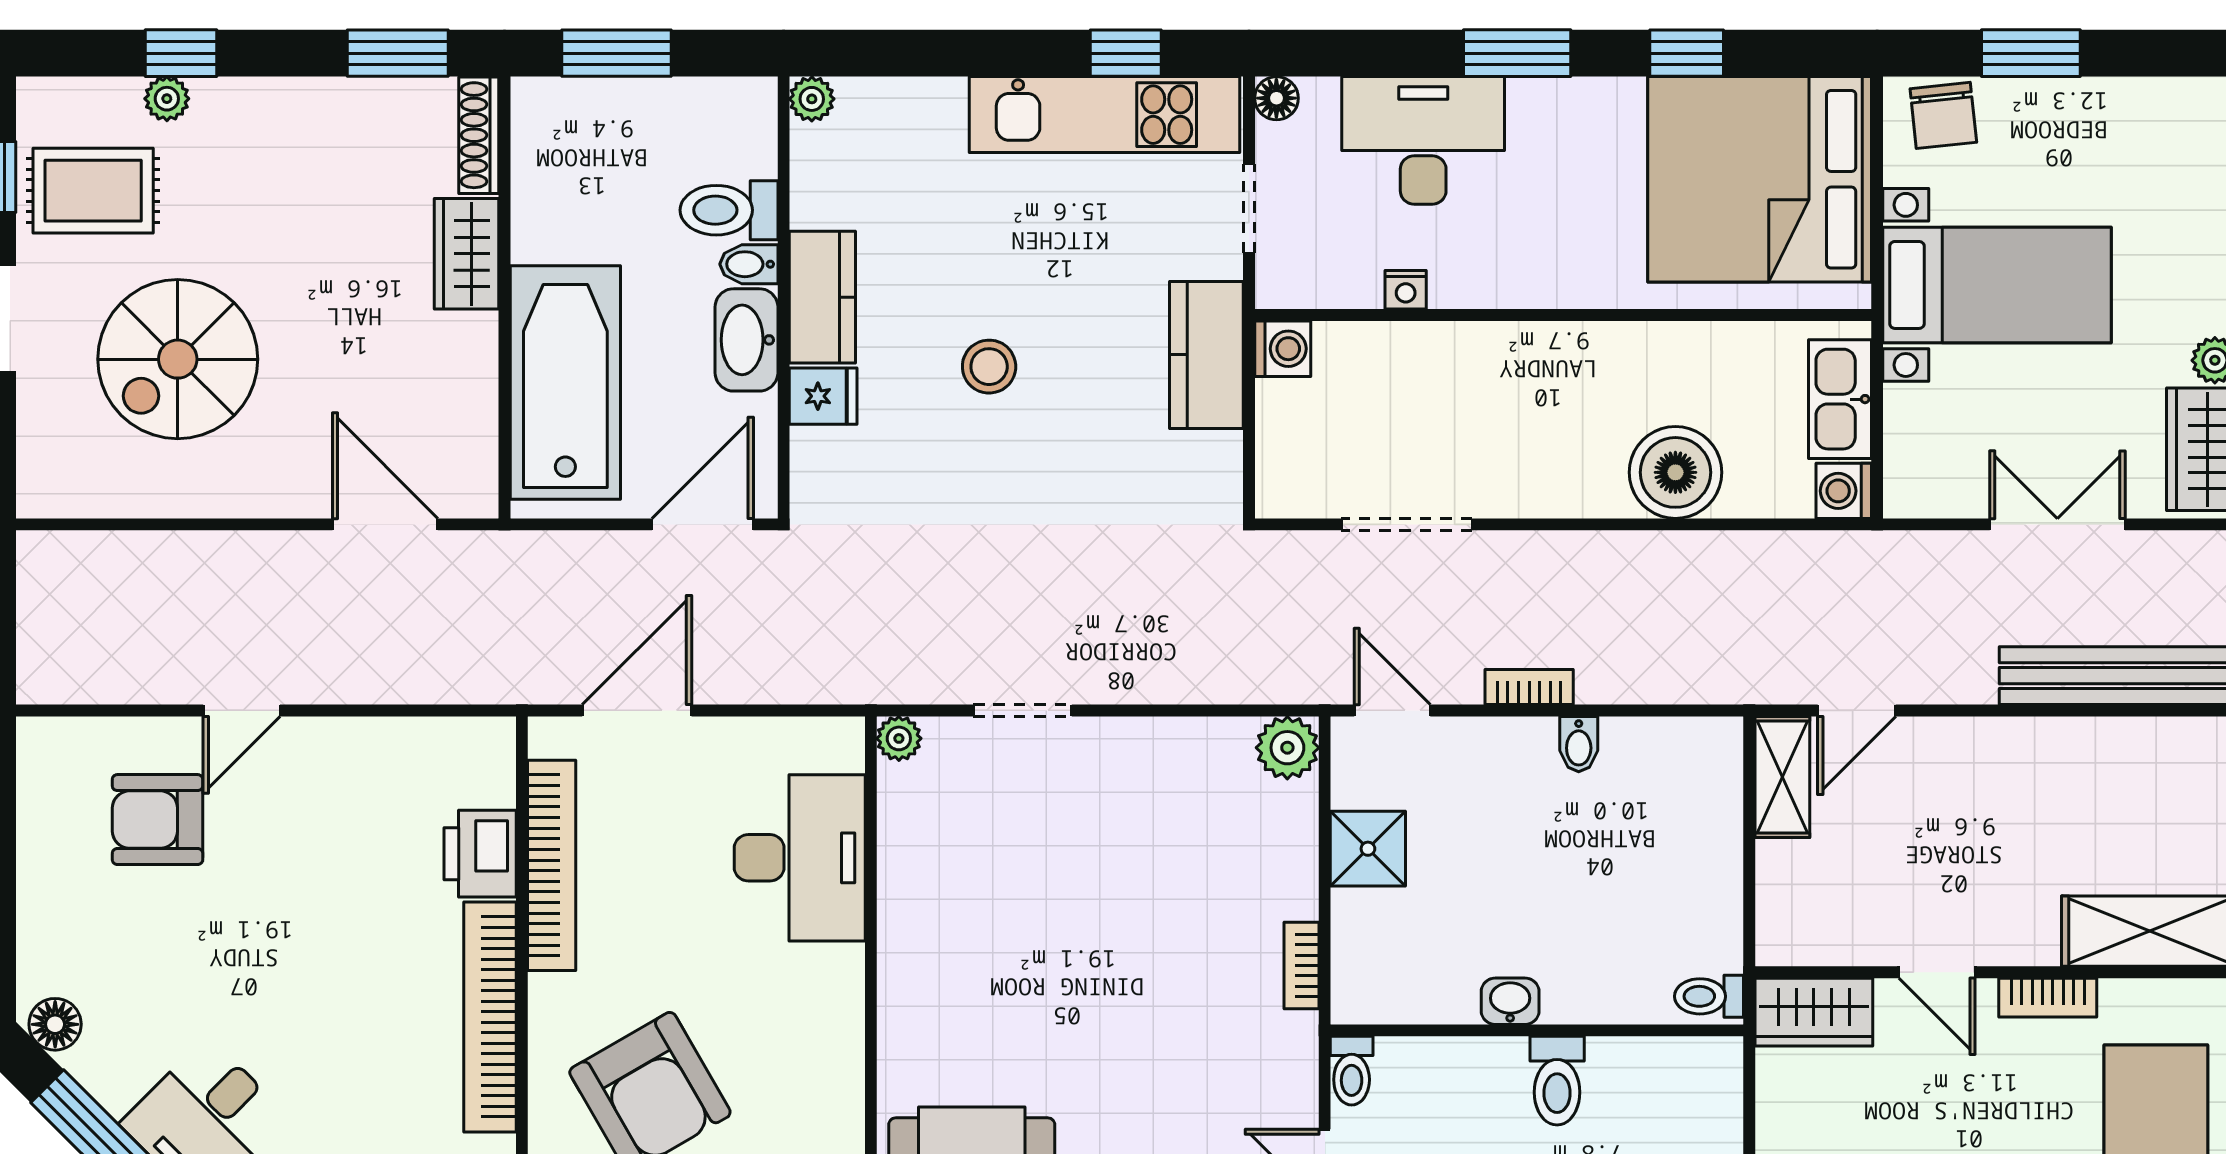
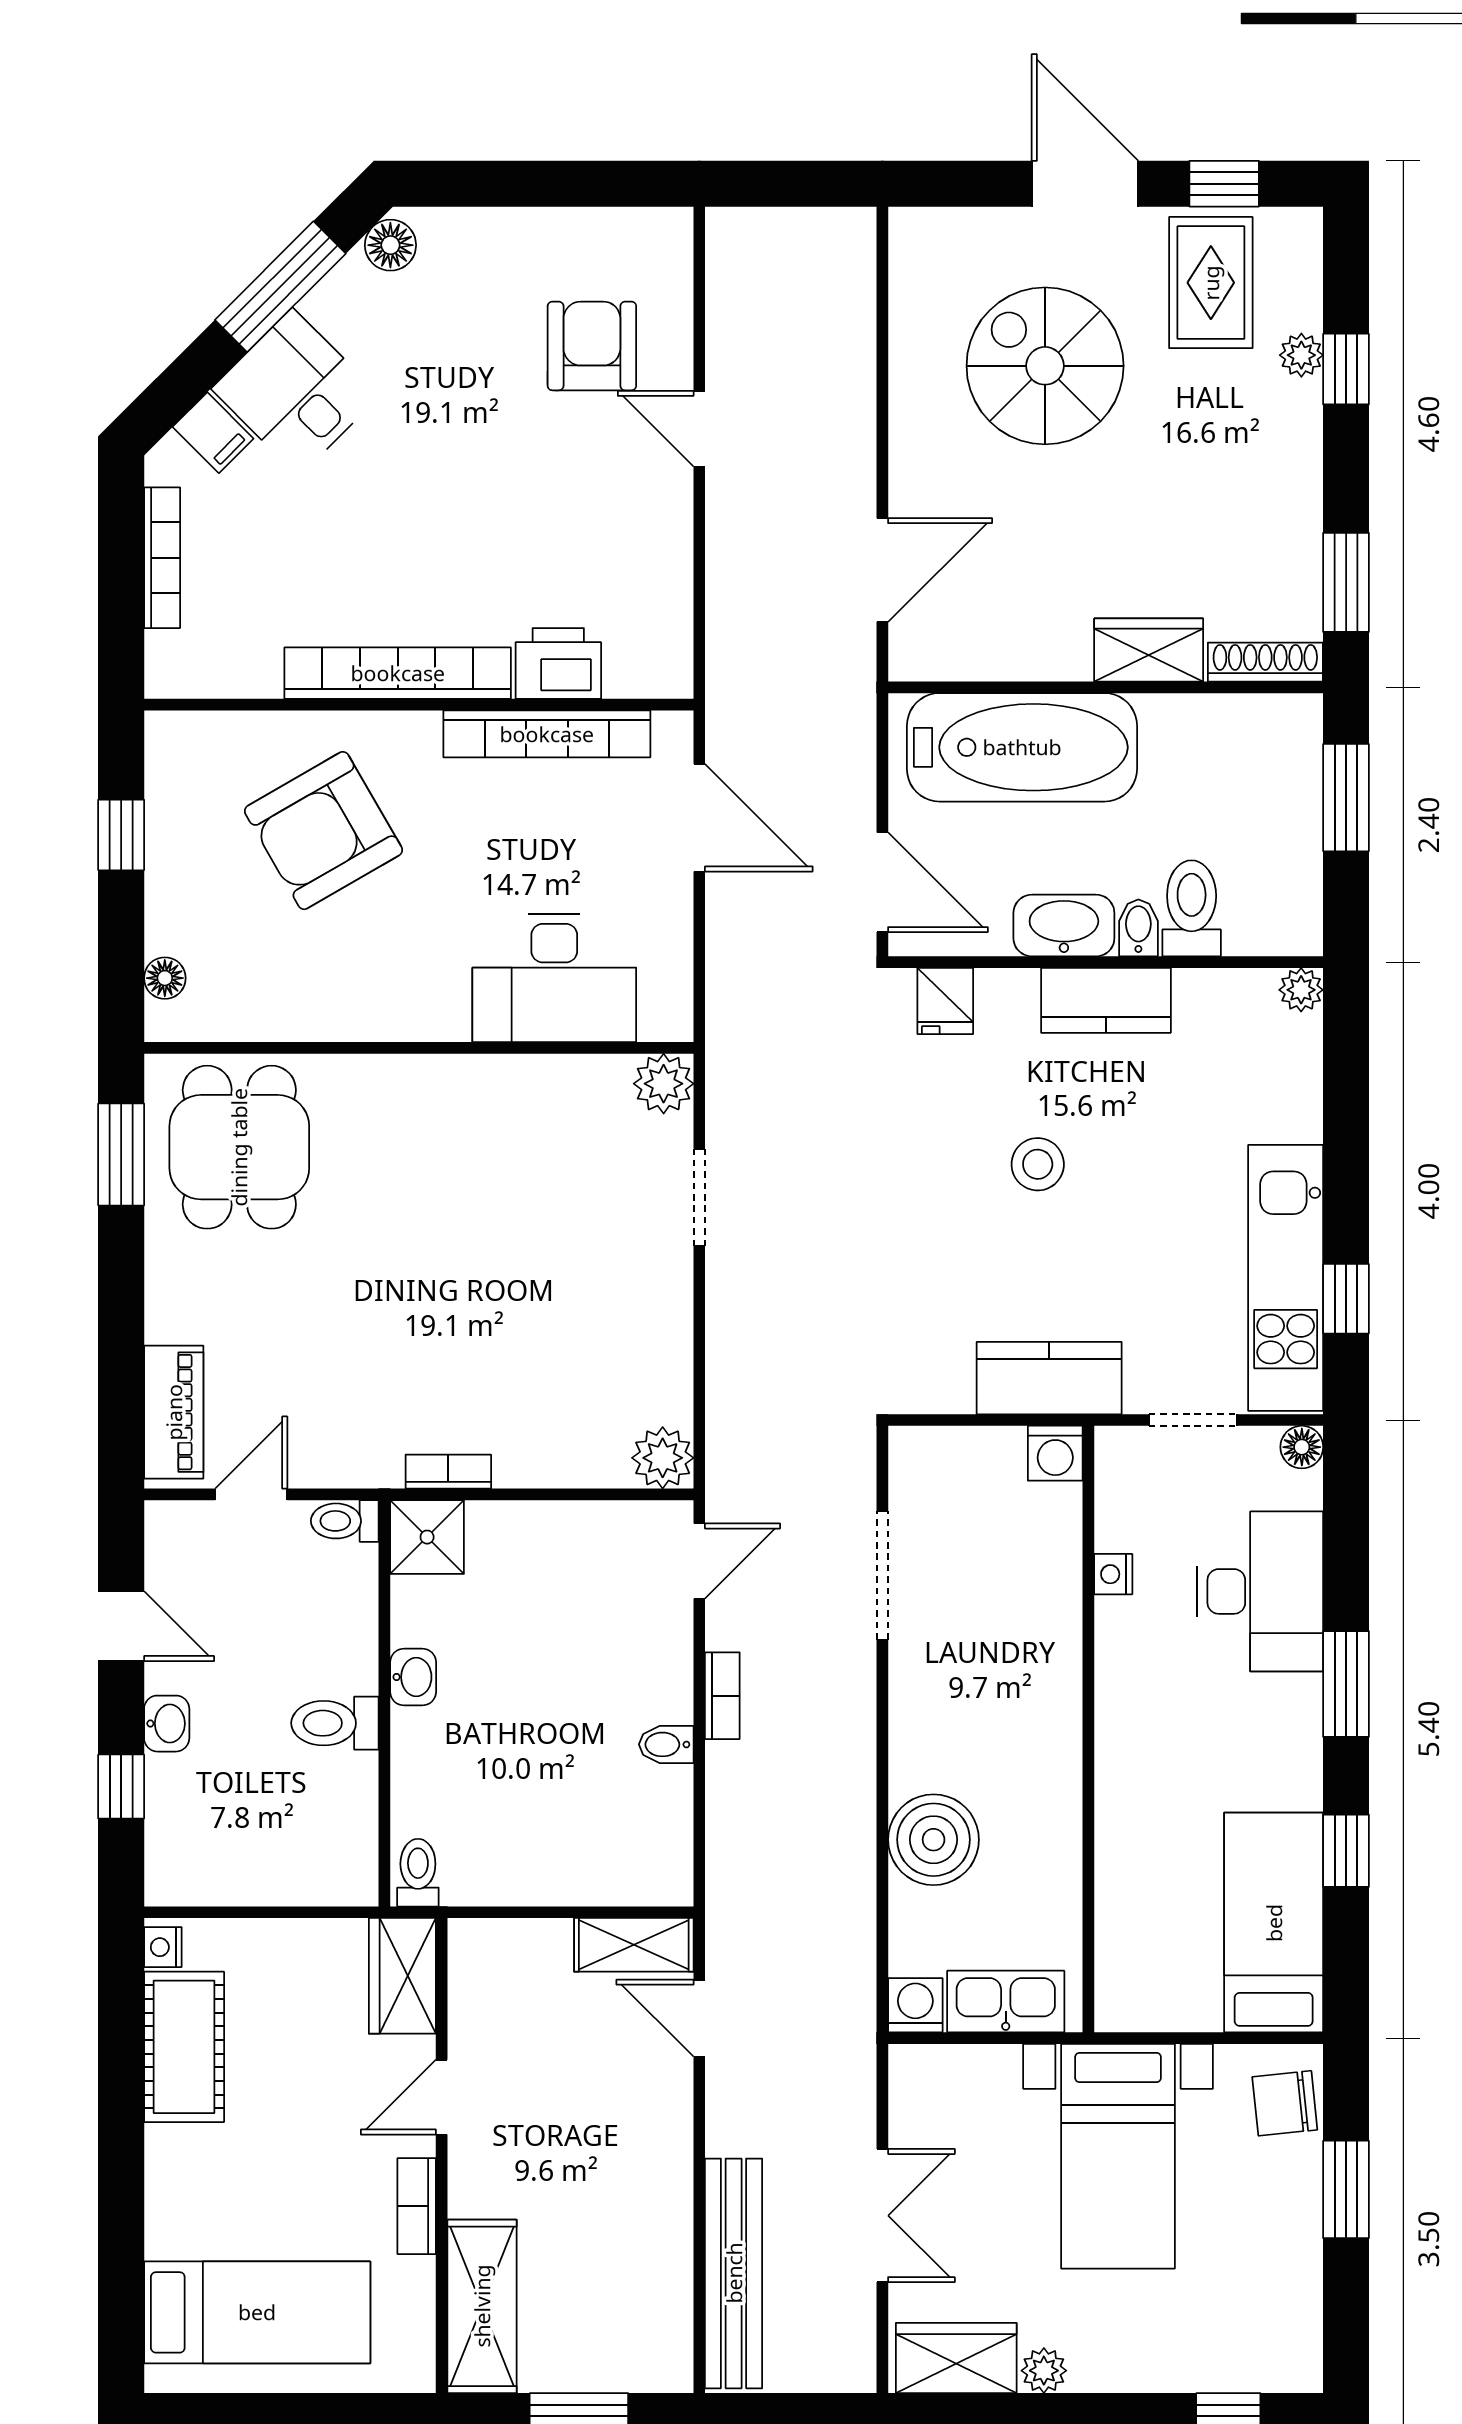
bed: (1760, 179) -> (1274, 1923), width x0.49
fridge: (823, 396) -> (945, 1001), moved
plant: (899, 738) -> (664, 1084), width x1.38, depth x1.38
shower: (1368, 849) -> (427, 1537), moved

